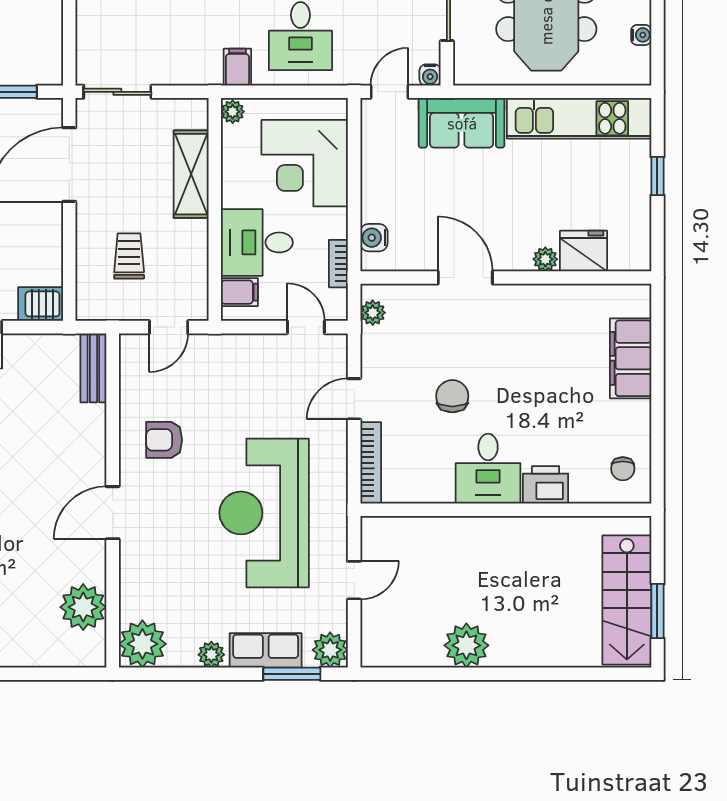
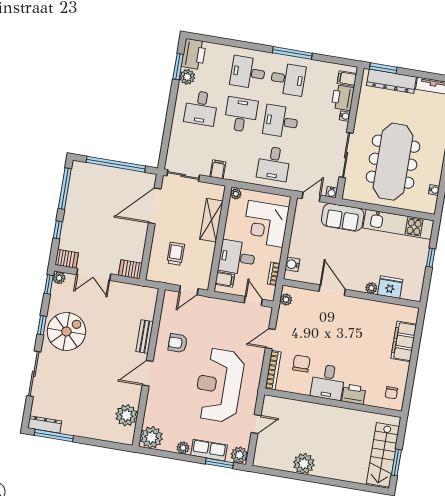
filing cabinet: (237, 67) -> (218, 169), moved
bench: (93, 368) -> (145, 337), moved
chair: (452, 396) -> (301, 364), moved

